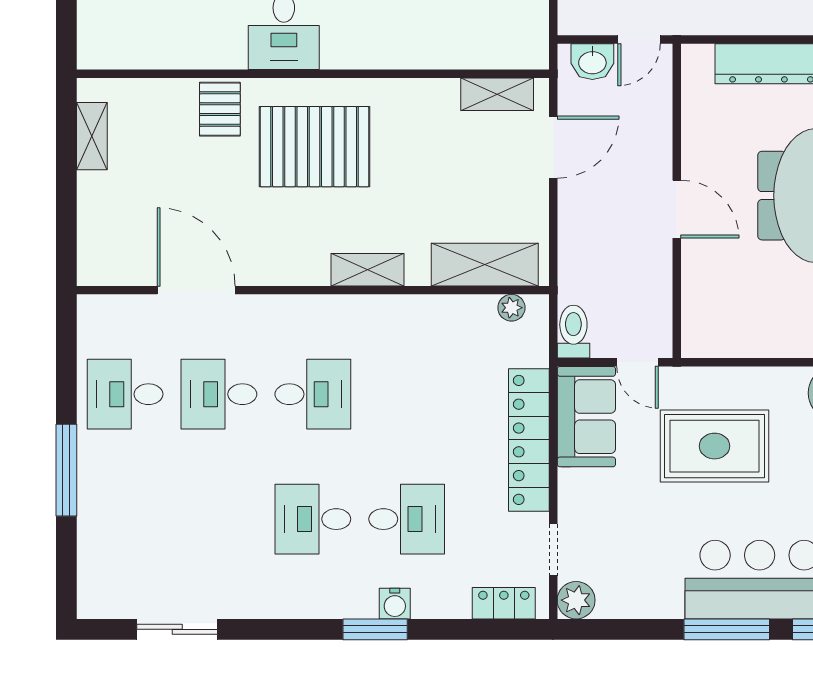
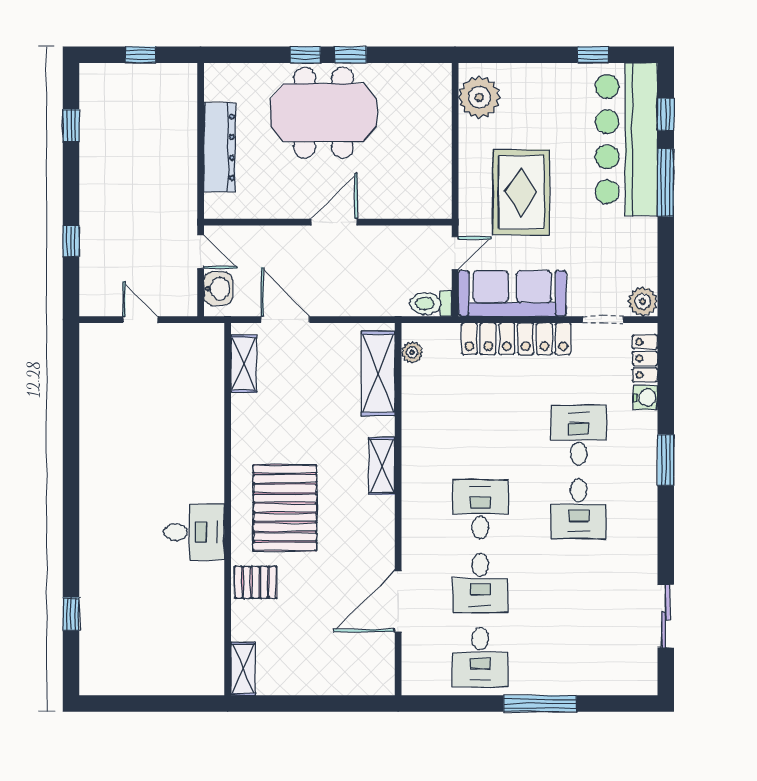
shelving: (92, 136) -> (243, 669), moved, turned 90
sofa: (586, 417) -> (512, 293), width x1.36
water cooler: (395, 604) -> (645, 397), moved

